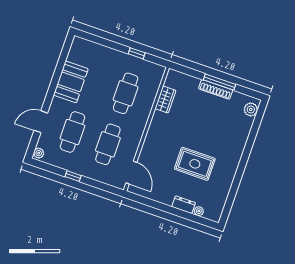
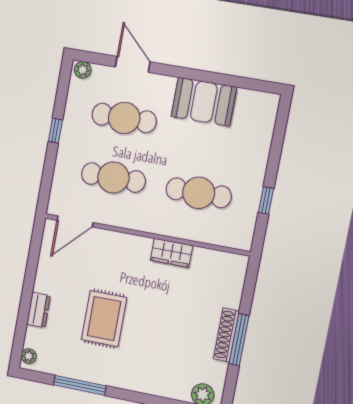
wardrobe: (165, 100) -> (171, 253), moved
window: (235, 186) -> (80, 385), added
plant: (199, 211) -> (29, 356), moved

